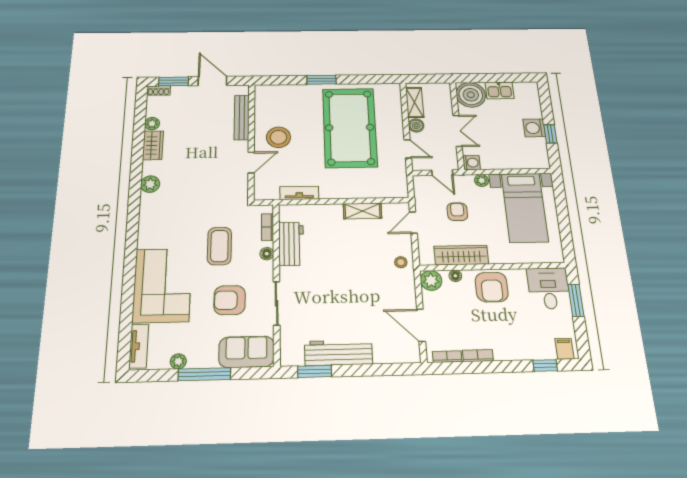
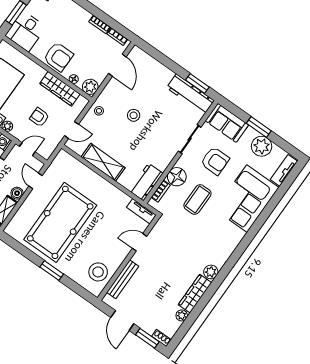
stool: (278, 137) -> (98, 272), moved
wardrobe: (153, 145) -> (195, 294), width x1.50
door: (442, 173) -> (27, 149), hinge flipped
tv unit: (299, 193) -> (141, 211), moved
shelving: (362, 211) -> (103, 162), width x1.50, depth x1.33
armchair: (457, 212) -> (39, 117), turned 90
workbench: (291, 244) -> (146, 182), moved
floor lamp: (267, 254) -> (177, 177), width x1.89, depth x1.89
stool: (360, 284) -> (134, 115), added
armchair: (492, 287) -> (58, 57), turned 90
workbench: (339, 353) -> (190, 94), moved
plant: (178, 361) -> (262, 146), width x1.88, depth x1.88
window: (204, 374) -> (259, 127), width x0.69

